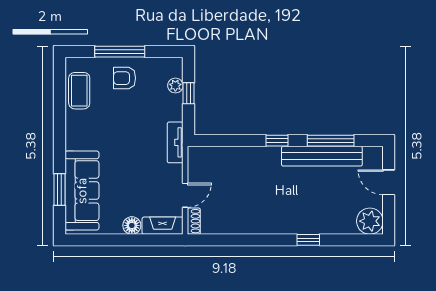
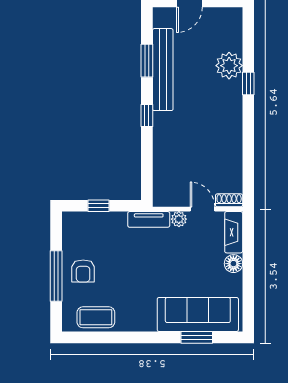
plant: (175, 86) -> (179, 219), moved
window: (331, 141) -> (147, 61), width x0.69
plant: (370, 221) -> (229, 66), moved

